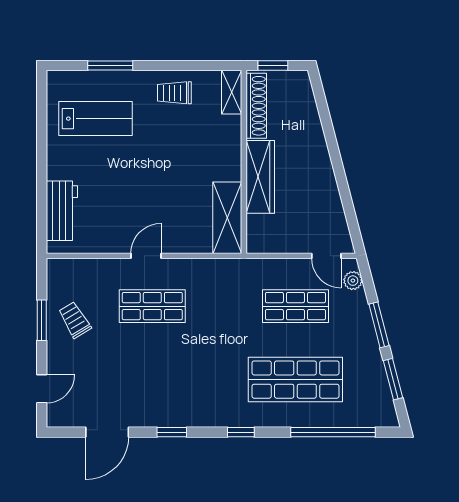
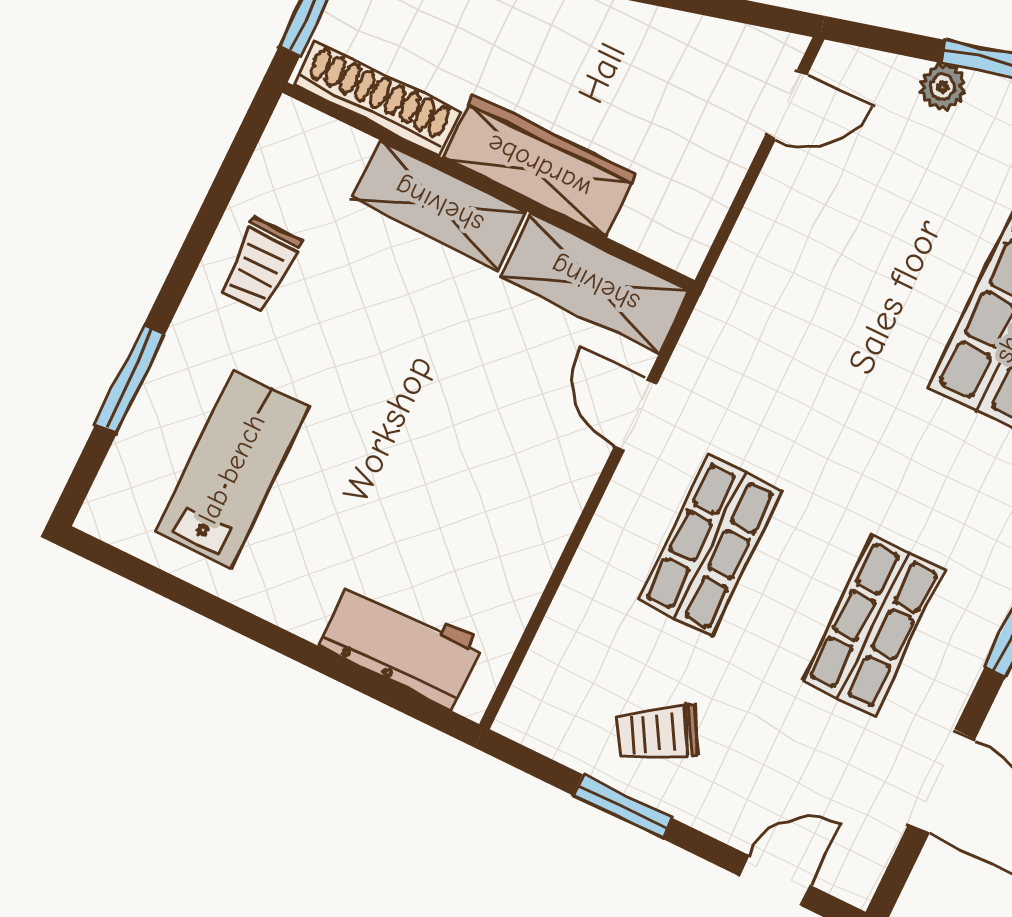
shelving: (232, 92) -> (439, 205), moved, width x1.50, depth x1.33
door: (146, 256) -> (636, 415), moved
plant: (353, 281) -> (943, 87), moved
shop shelf: (295, 306) -> (873, 625), moved
door: (42, 389) -> (775, 881), hinge flipped

